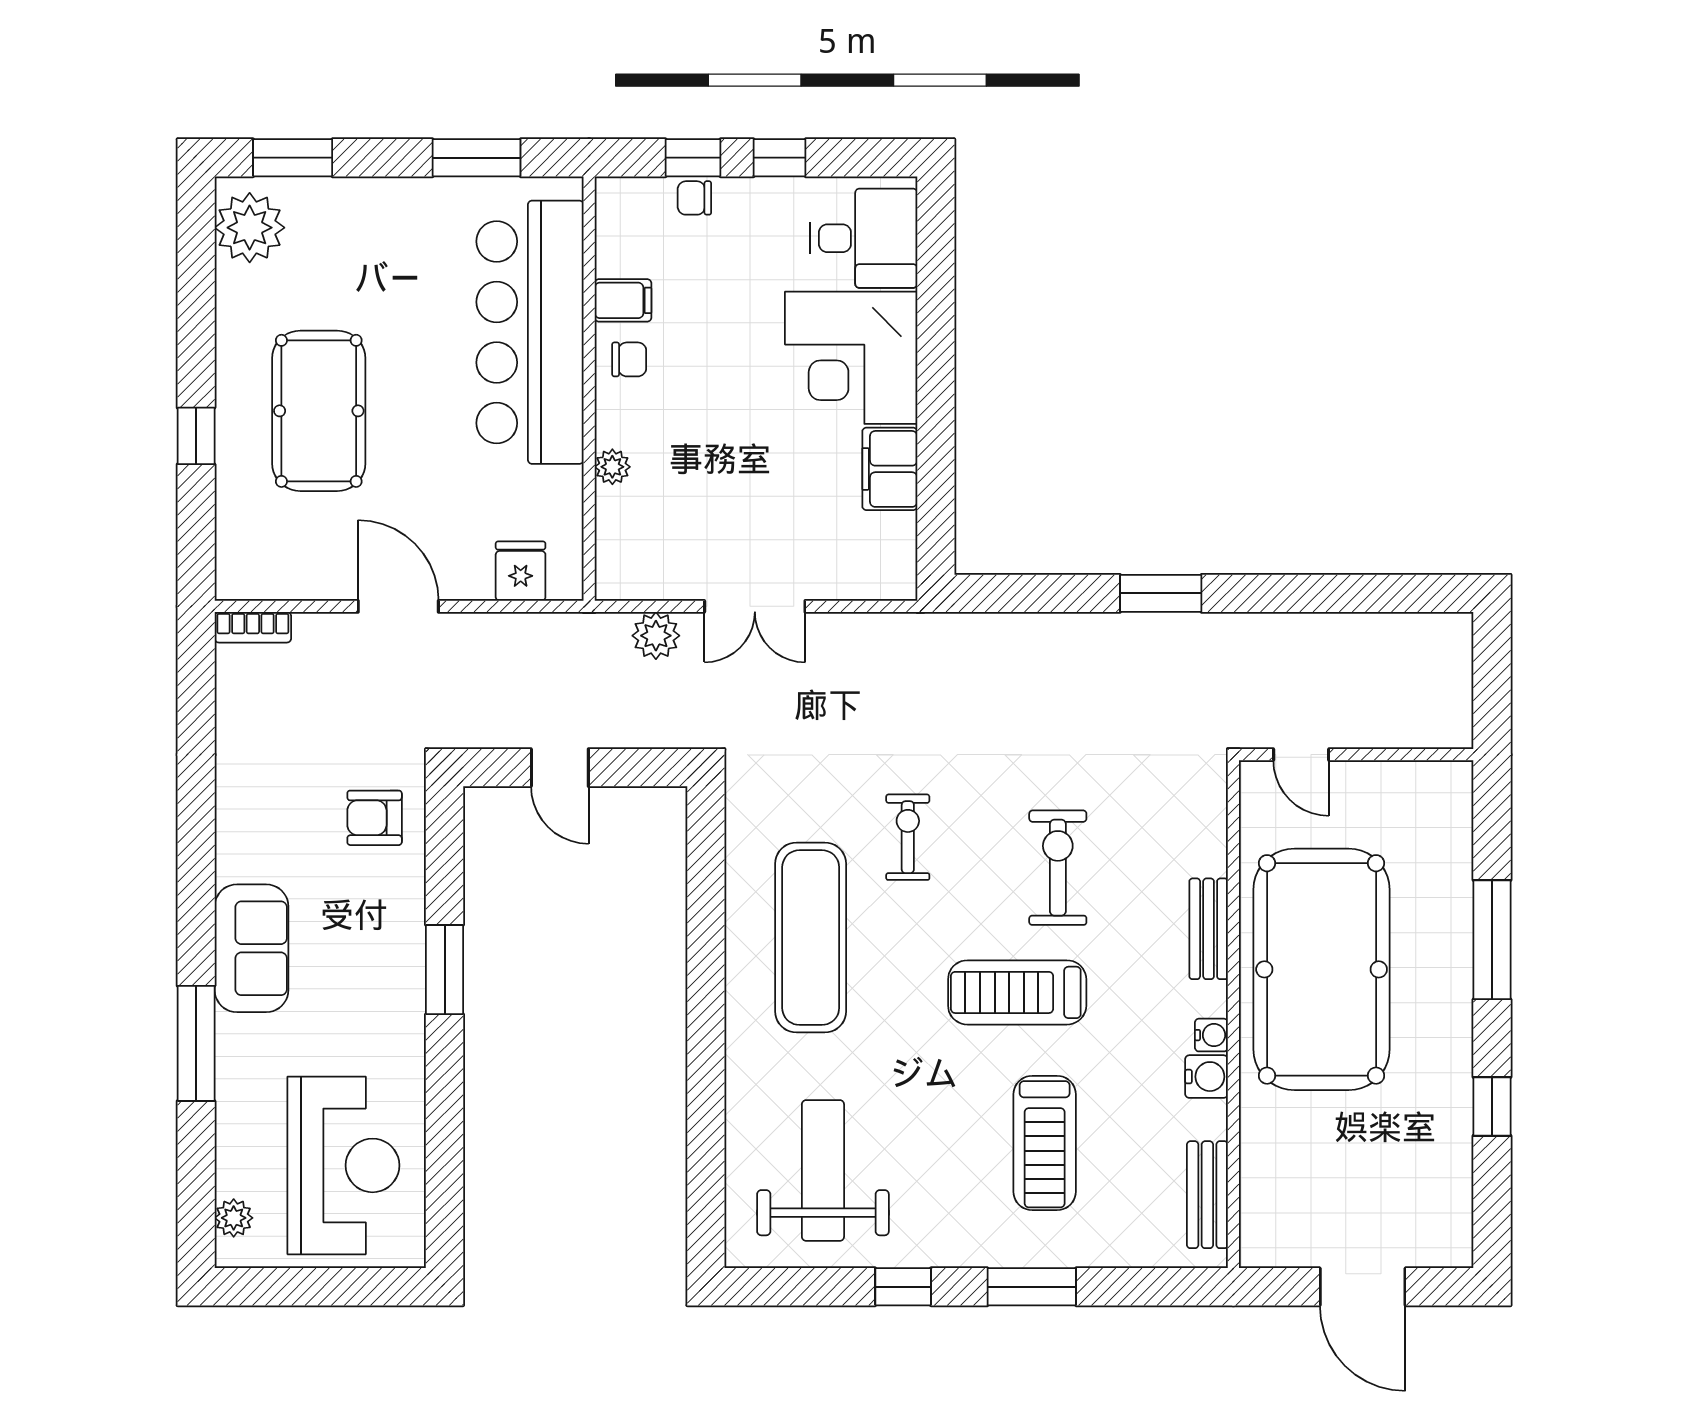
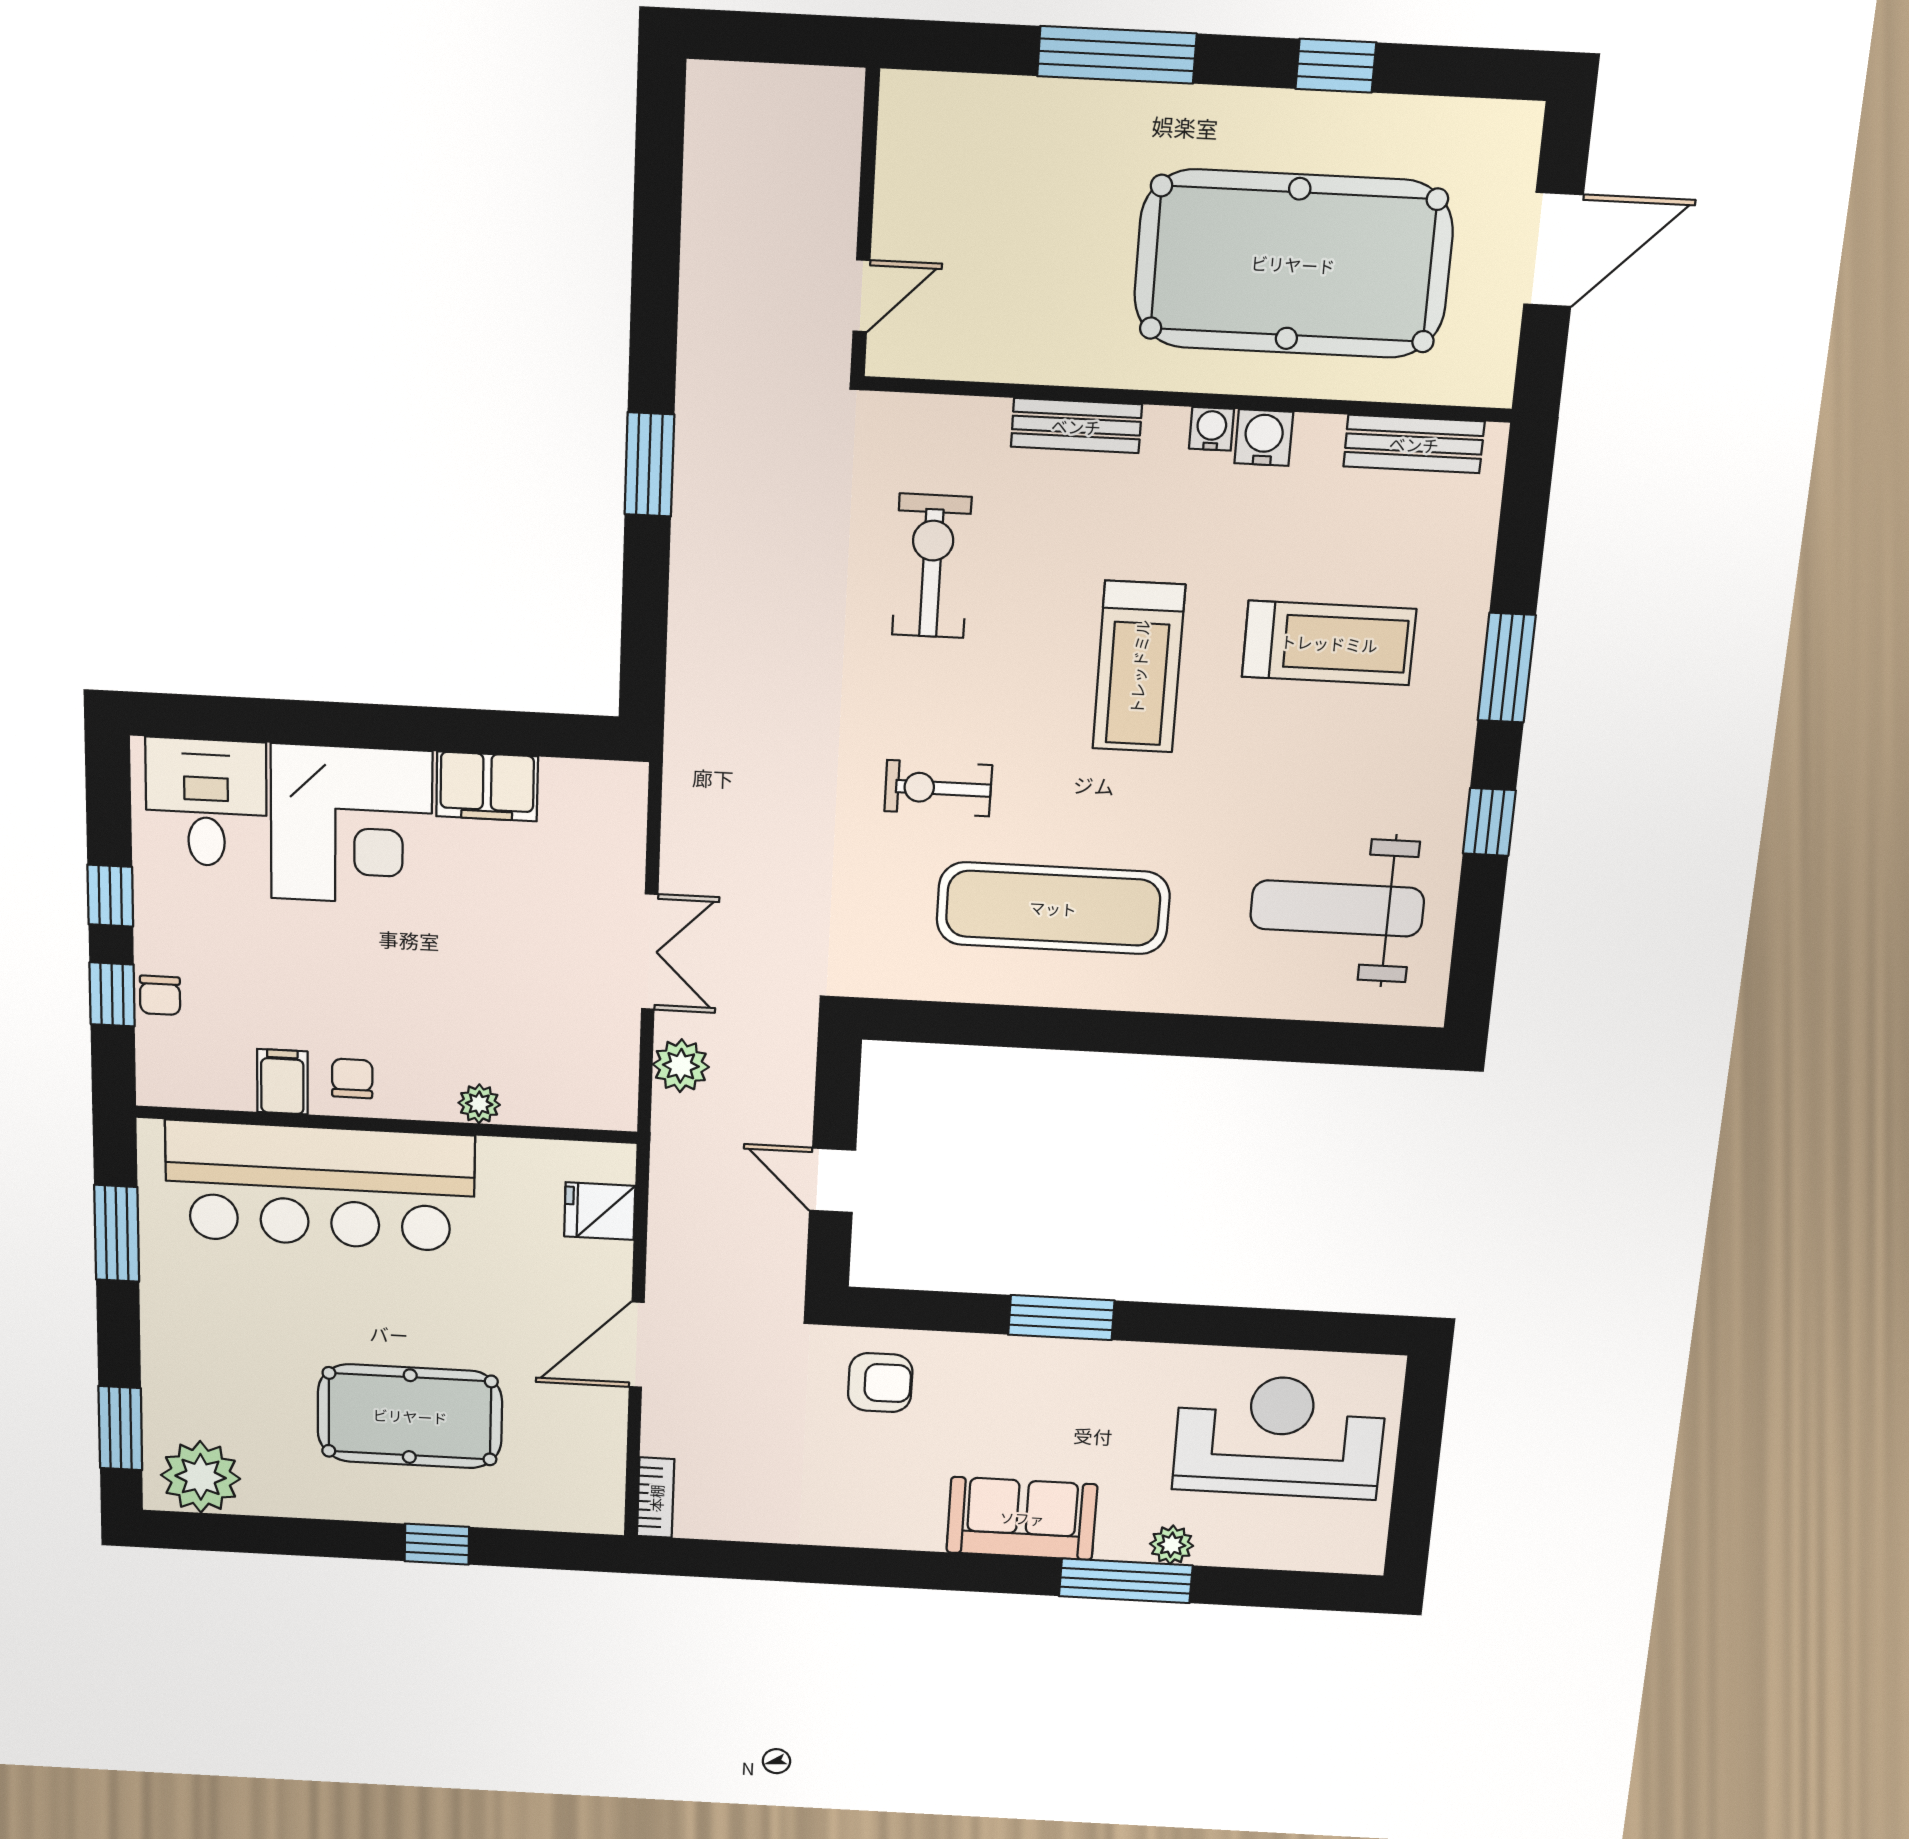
door: (560, 768) -> (833, 1180), swing flipped
armchair: (375, 818) -> (880, 1383), turned -90
exercise bike: (1058, 868) -> (932, 566), moved, turned 90
pool table: (1322, 969) -> (1293, 264), moved
plant: (234, 1218) -> (1172, 1545), moved

